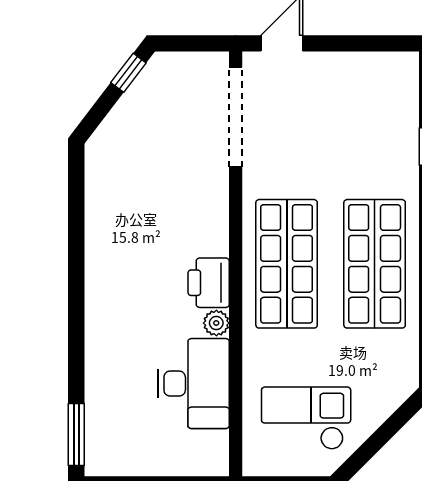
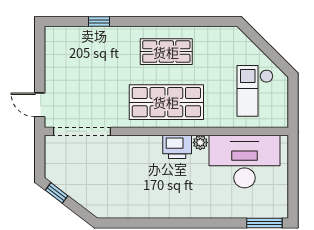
shop shelf: (375, 264) -> (166, 52), width x0.70, depth x0.74
desk: (194, 384) -> (245, 162), width x1.36, depth x1.30

